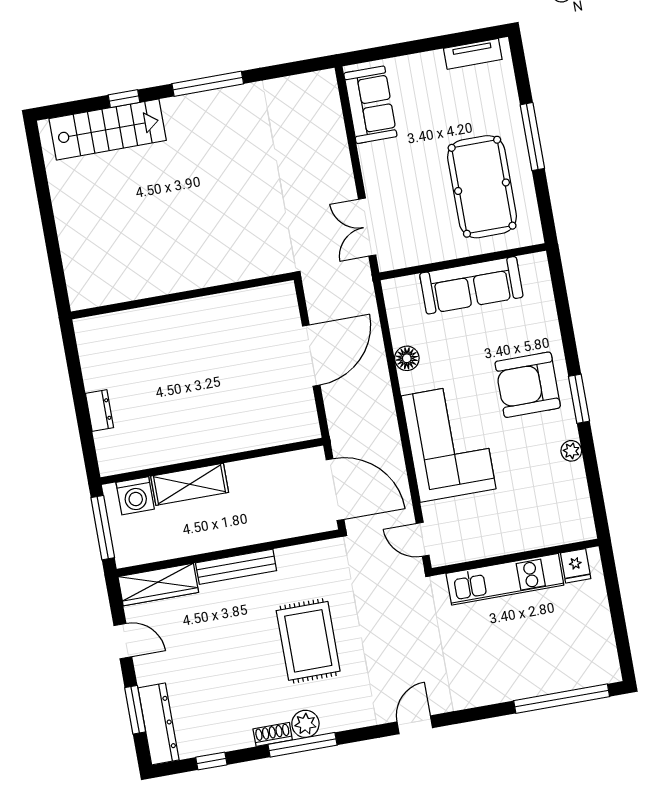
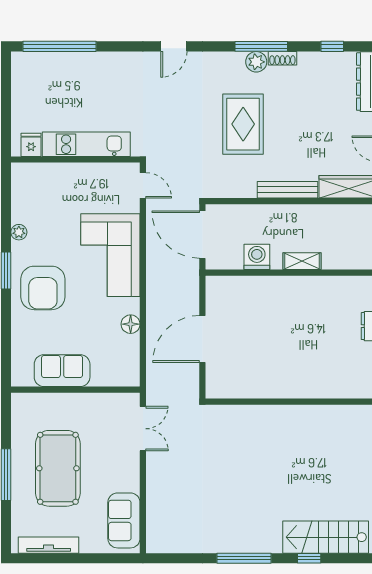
tv unit: (473, 54) -> (49, 545), width x1.41
pool table: (482, 187) -> (58, 468), moved
sofa: (471, 285) -> (62, 371), width x0.73
armchair: (528, 385) -> (43, 288), turned 90
shelving: (190, 484) -> (302, 261), width x0.67, depth x0.75
washing machine: (135, 496) -> (257, 257), moved

